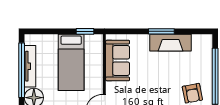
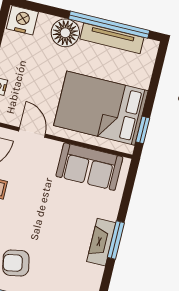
fireplace: (171, 43) -> (101, 242), width x0.73, depth x0.76
bed: (71, 62) -> (101, 108), width x1.50

